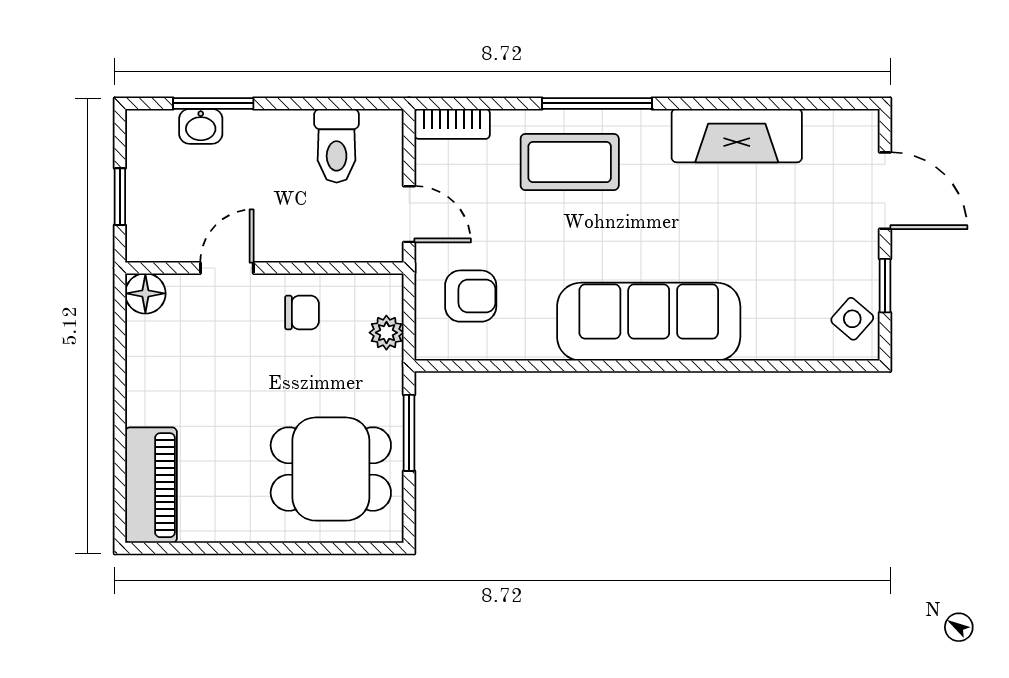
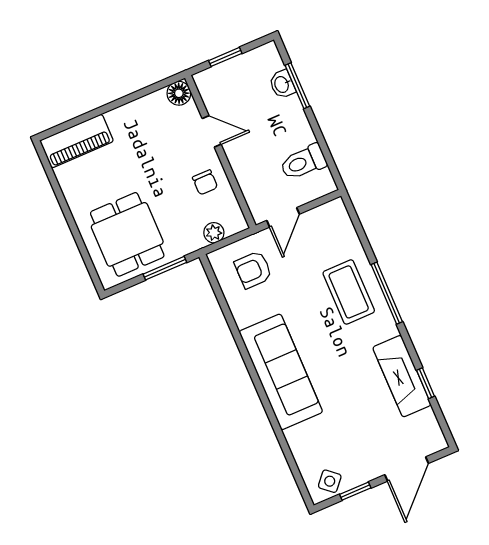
window: (764, 103) -> (426, 383), added
bookcase: (452, 124) -> (342, 220), removed
armchair: (471, 296) -> (253, 270), turned 90

